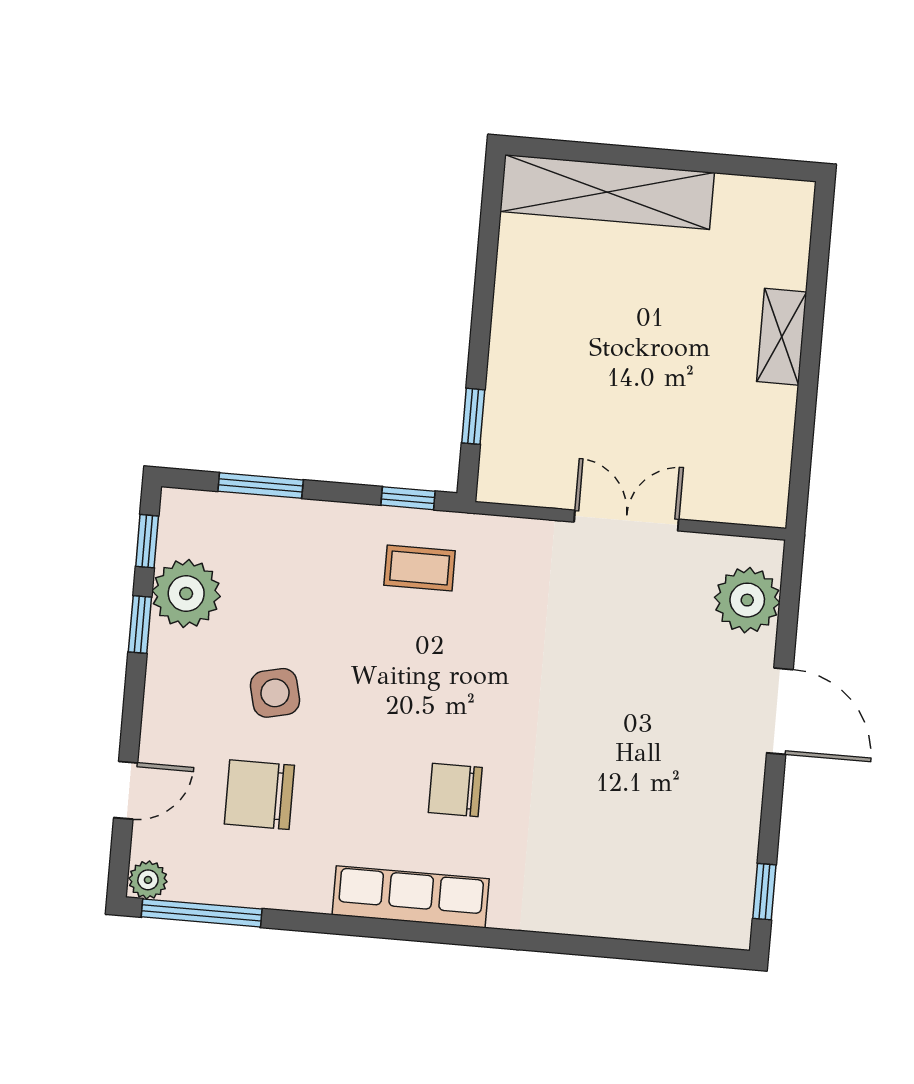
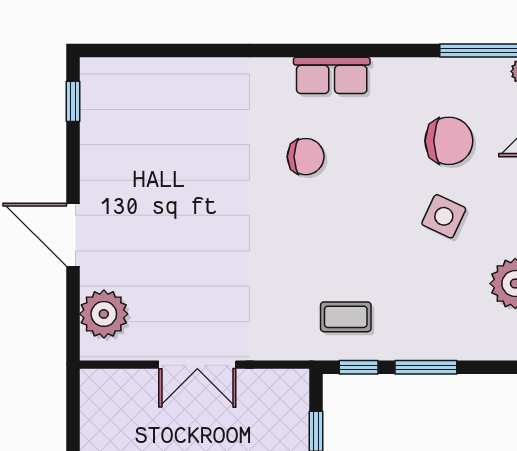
window: (261, 486) -> (426, 367), moved
side table: (275, 693) -> (444, 216), turned 38
row of seats: (411, 897) -> (332, 75), width x0.68

